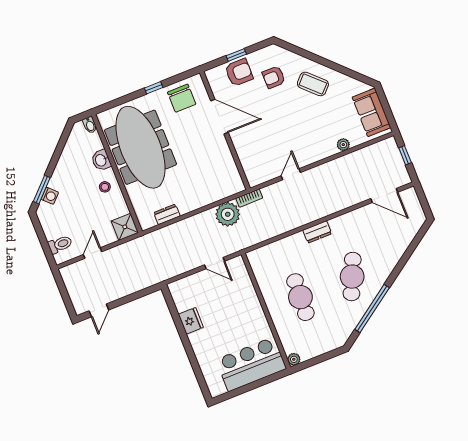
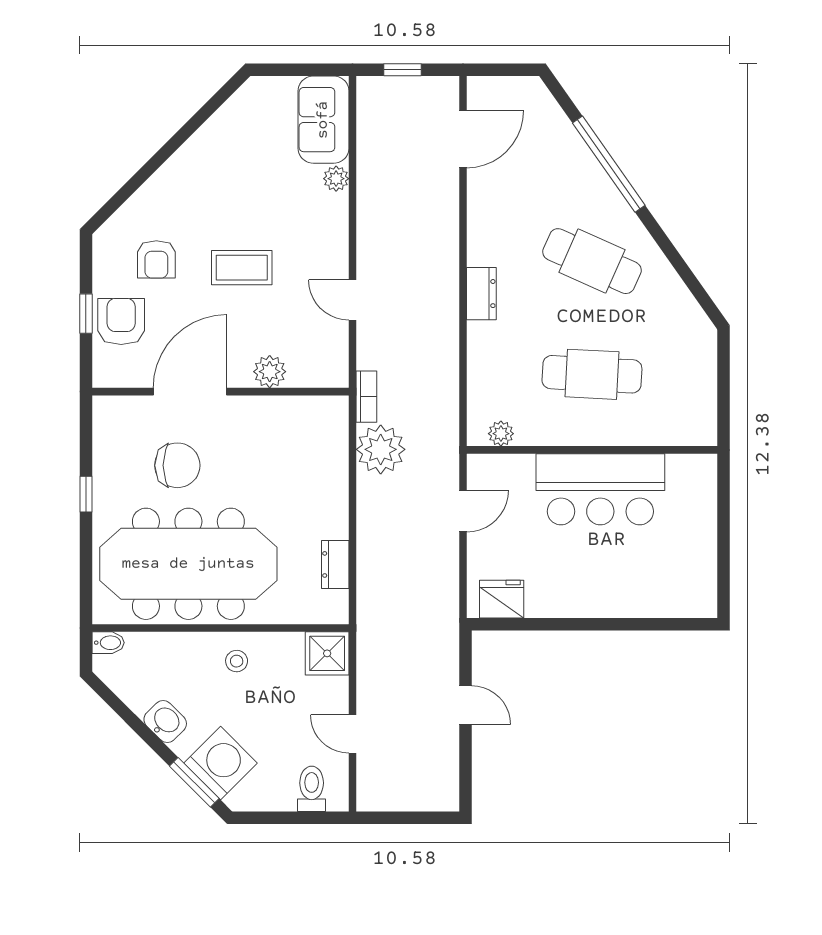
coffee table: (313, 84) -> (242, 268), moved, turned 46
chair: (182, 98) -> (177, 465), moved
sofa: (371, 112) -> (323, 120), moved, turned 90
plant: (243, 149) -> (270, 372), added
washbasin: (101, 160) -> (165, 722), moved, turned -135
washing machine: (50, 196) -> (221, 763), width x1.89, depth x1.89
window: (372, 309) -> (609, 164), moved
door: (99, 310) -> (465, 705), moved
fridge: (191, 321) -> (502, 599), moved
plant: (294, 359) -> (501, 434), moved
bar counter: (251, 364) -> (600, 489), moved, turned -90

